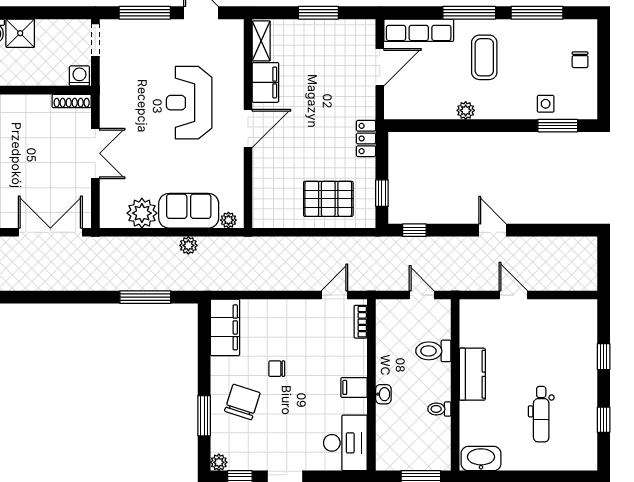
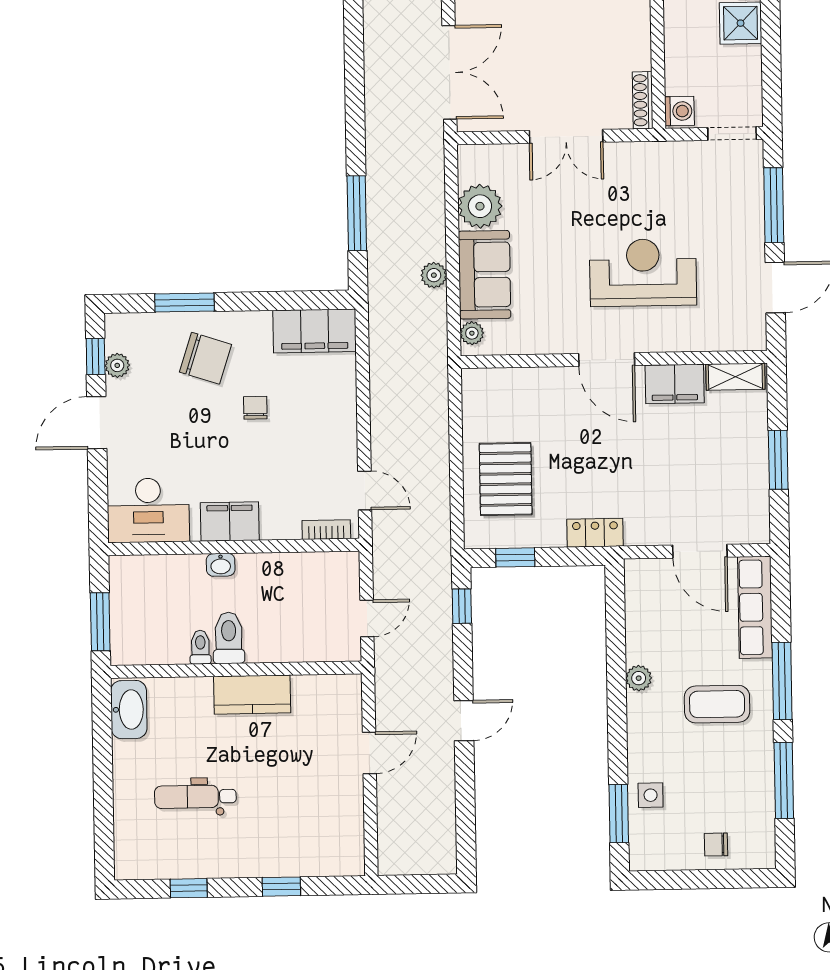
toilet: (433, 351) -> (229, 638), moved
filing cabinet: (354, 387) -> (230, 522), width x2.00
plant: (219, 462) -> (117, 365), moved

